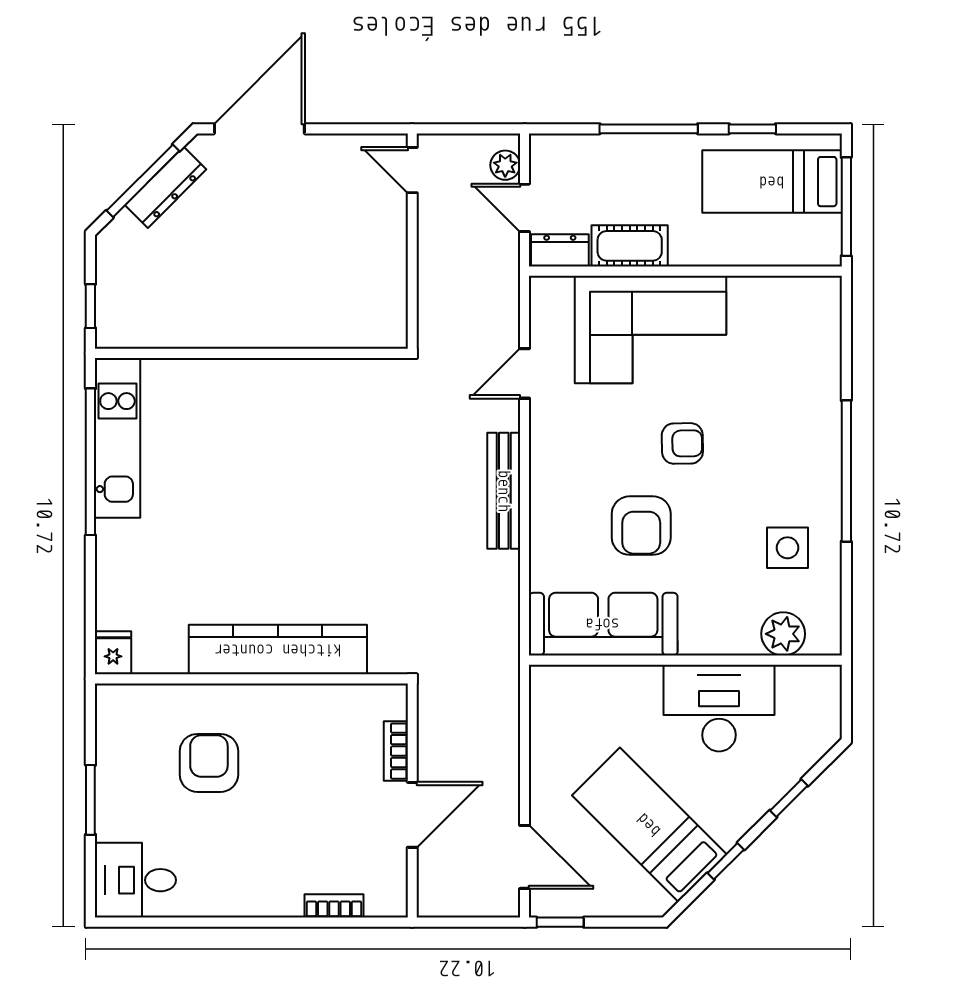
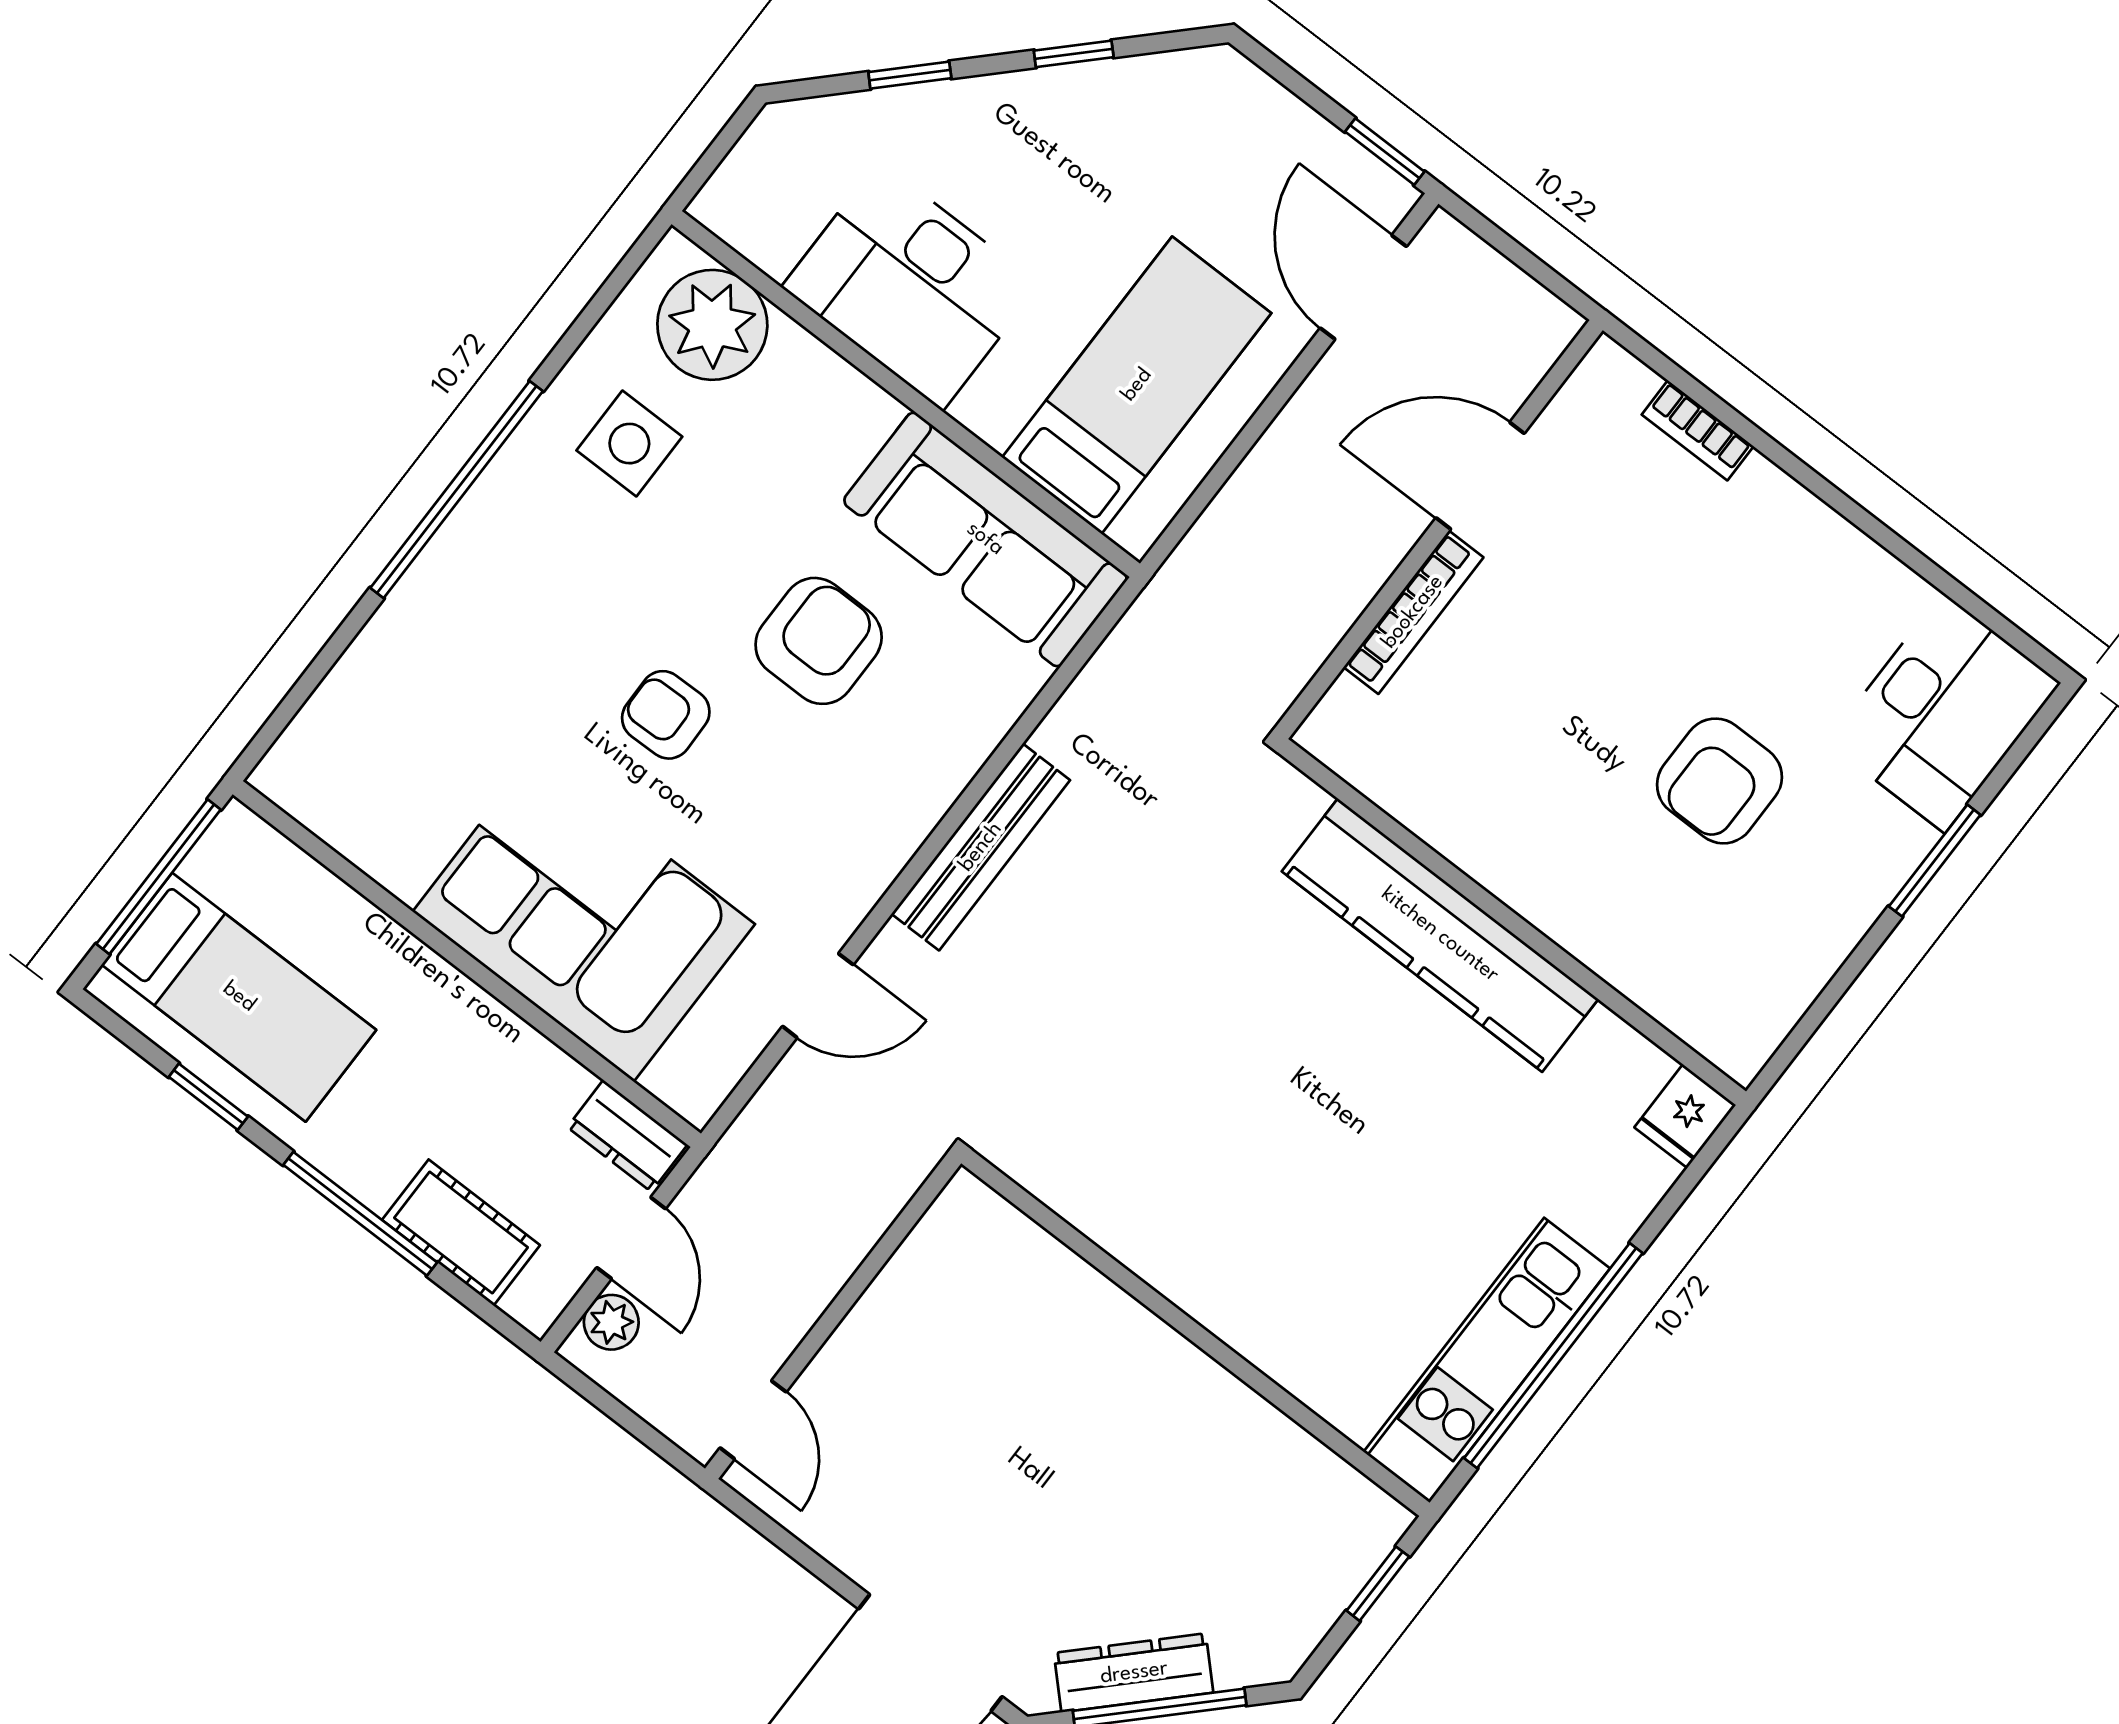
cot: (630, 246) -> (461, 1233), moved
plant: (783, 634) -> (712, 325), width x1.36, depth x1.36
kitchen counter: (278, 650) -> (1440, 935), moved
fridge: (113, 653) -> (1685, 1116), moved
wall: (251, 679) -> (1512, 922), moved
bookcase: (396, 751) -> (1413, 612), width x1.56
bed: (649, 825) -> (1137, 385), moved, turned -135
desk: (135, 880) -> (1944, 713), width x1.37

